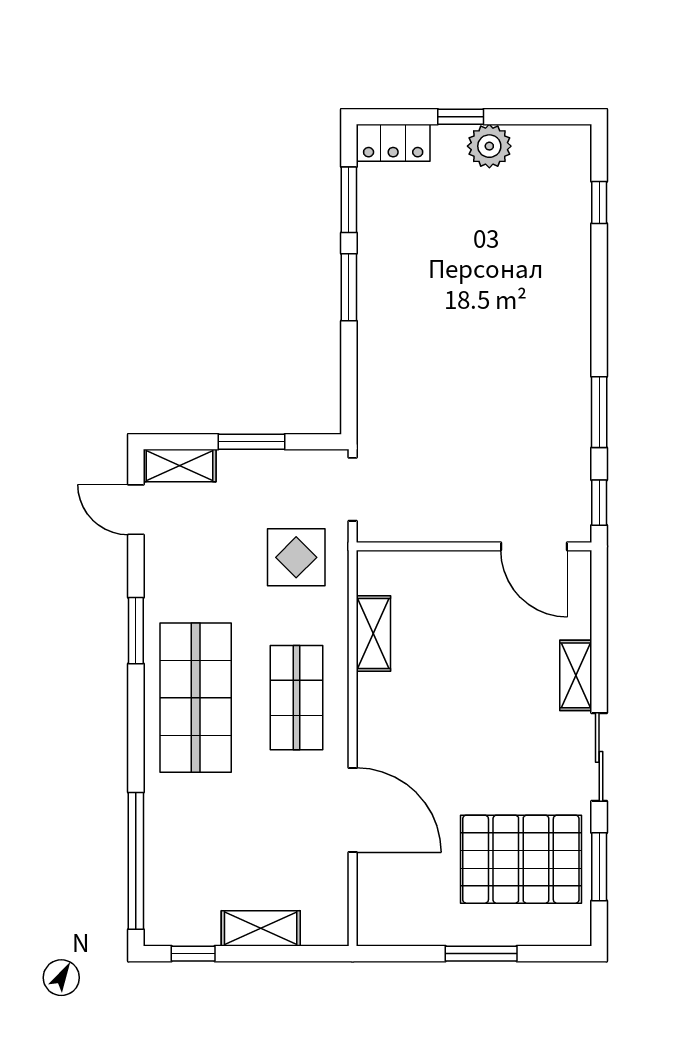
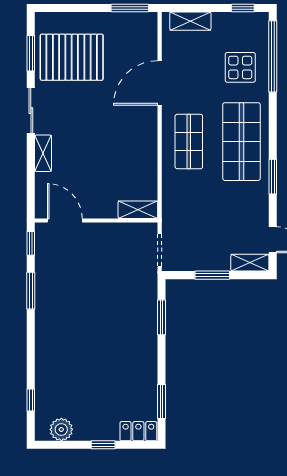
plant: (489, 146) -> (61, 429), moved
window: (349, 287) -> (162, 317), moved
display table: (296, 557) -> (240, 67), moved
shelving: (373, 633) -> (138, 210), moved, turned 90
door: (353, 810) -> (160, 83), hinge flipped
shelving: (261, 928) -> (190, 21), moved
window: (481, 954) -> (130, 8), moved

